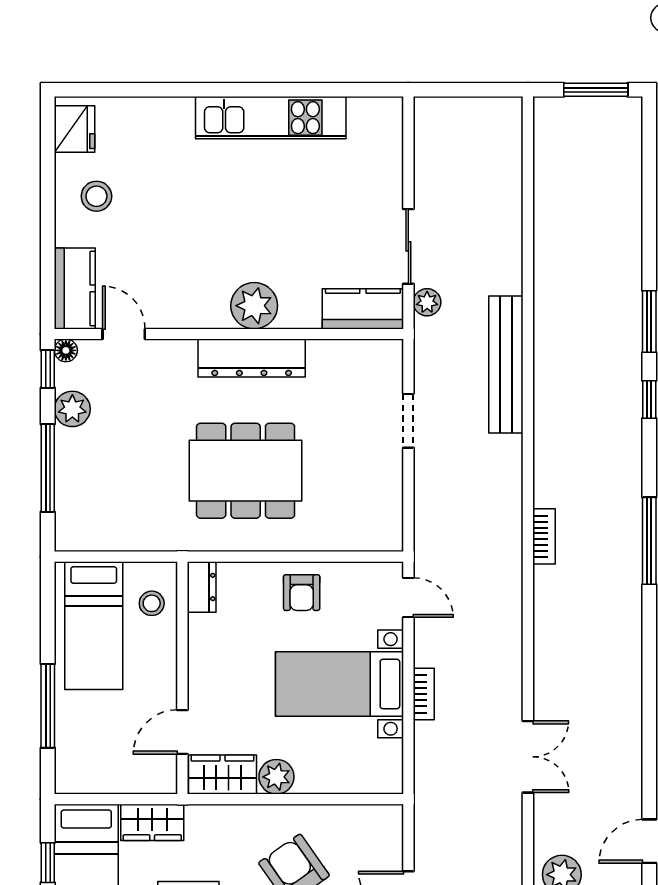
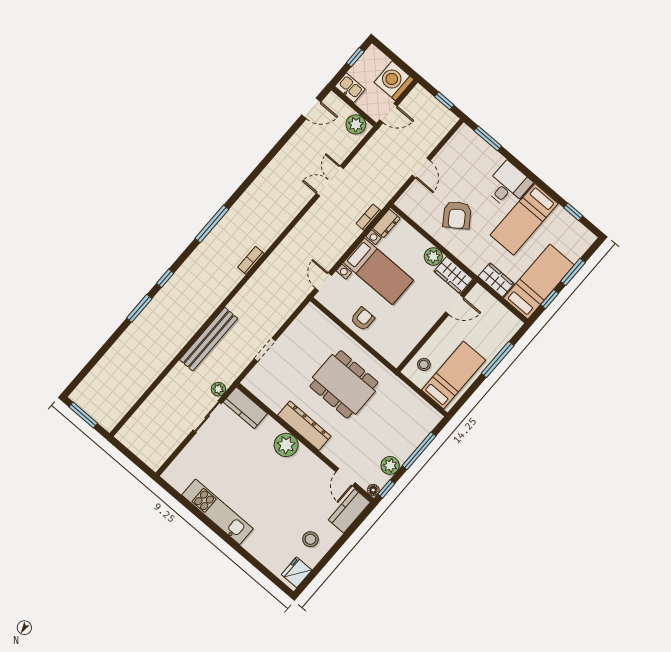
dresser: (202, 587) -> (386, 223), moved, turned 180
bookcase: (424, 694) -> (369, 217), moved

